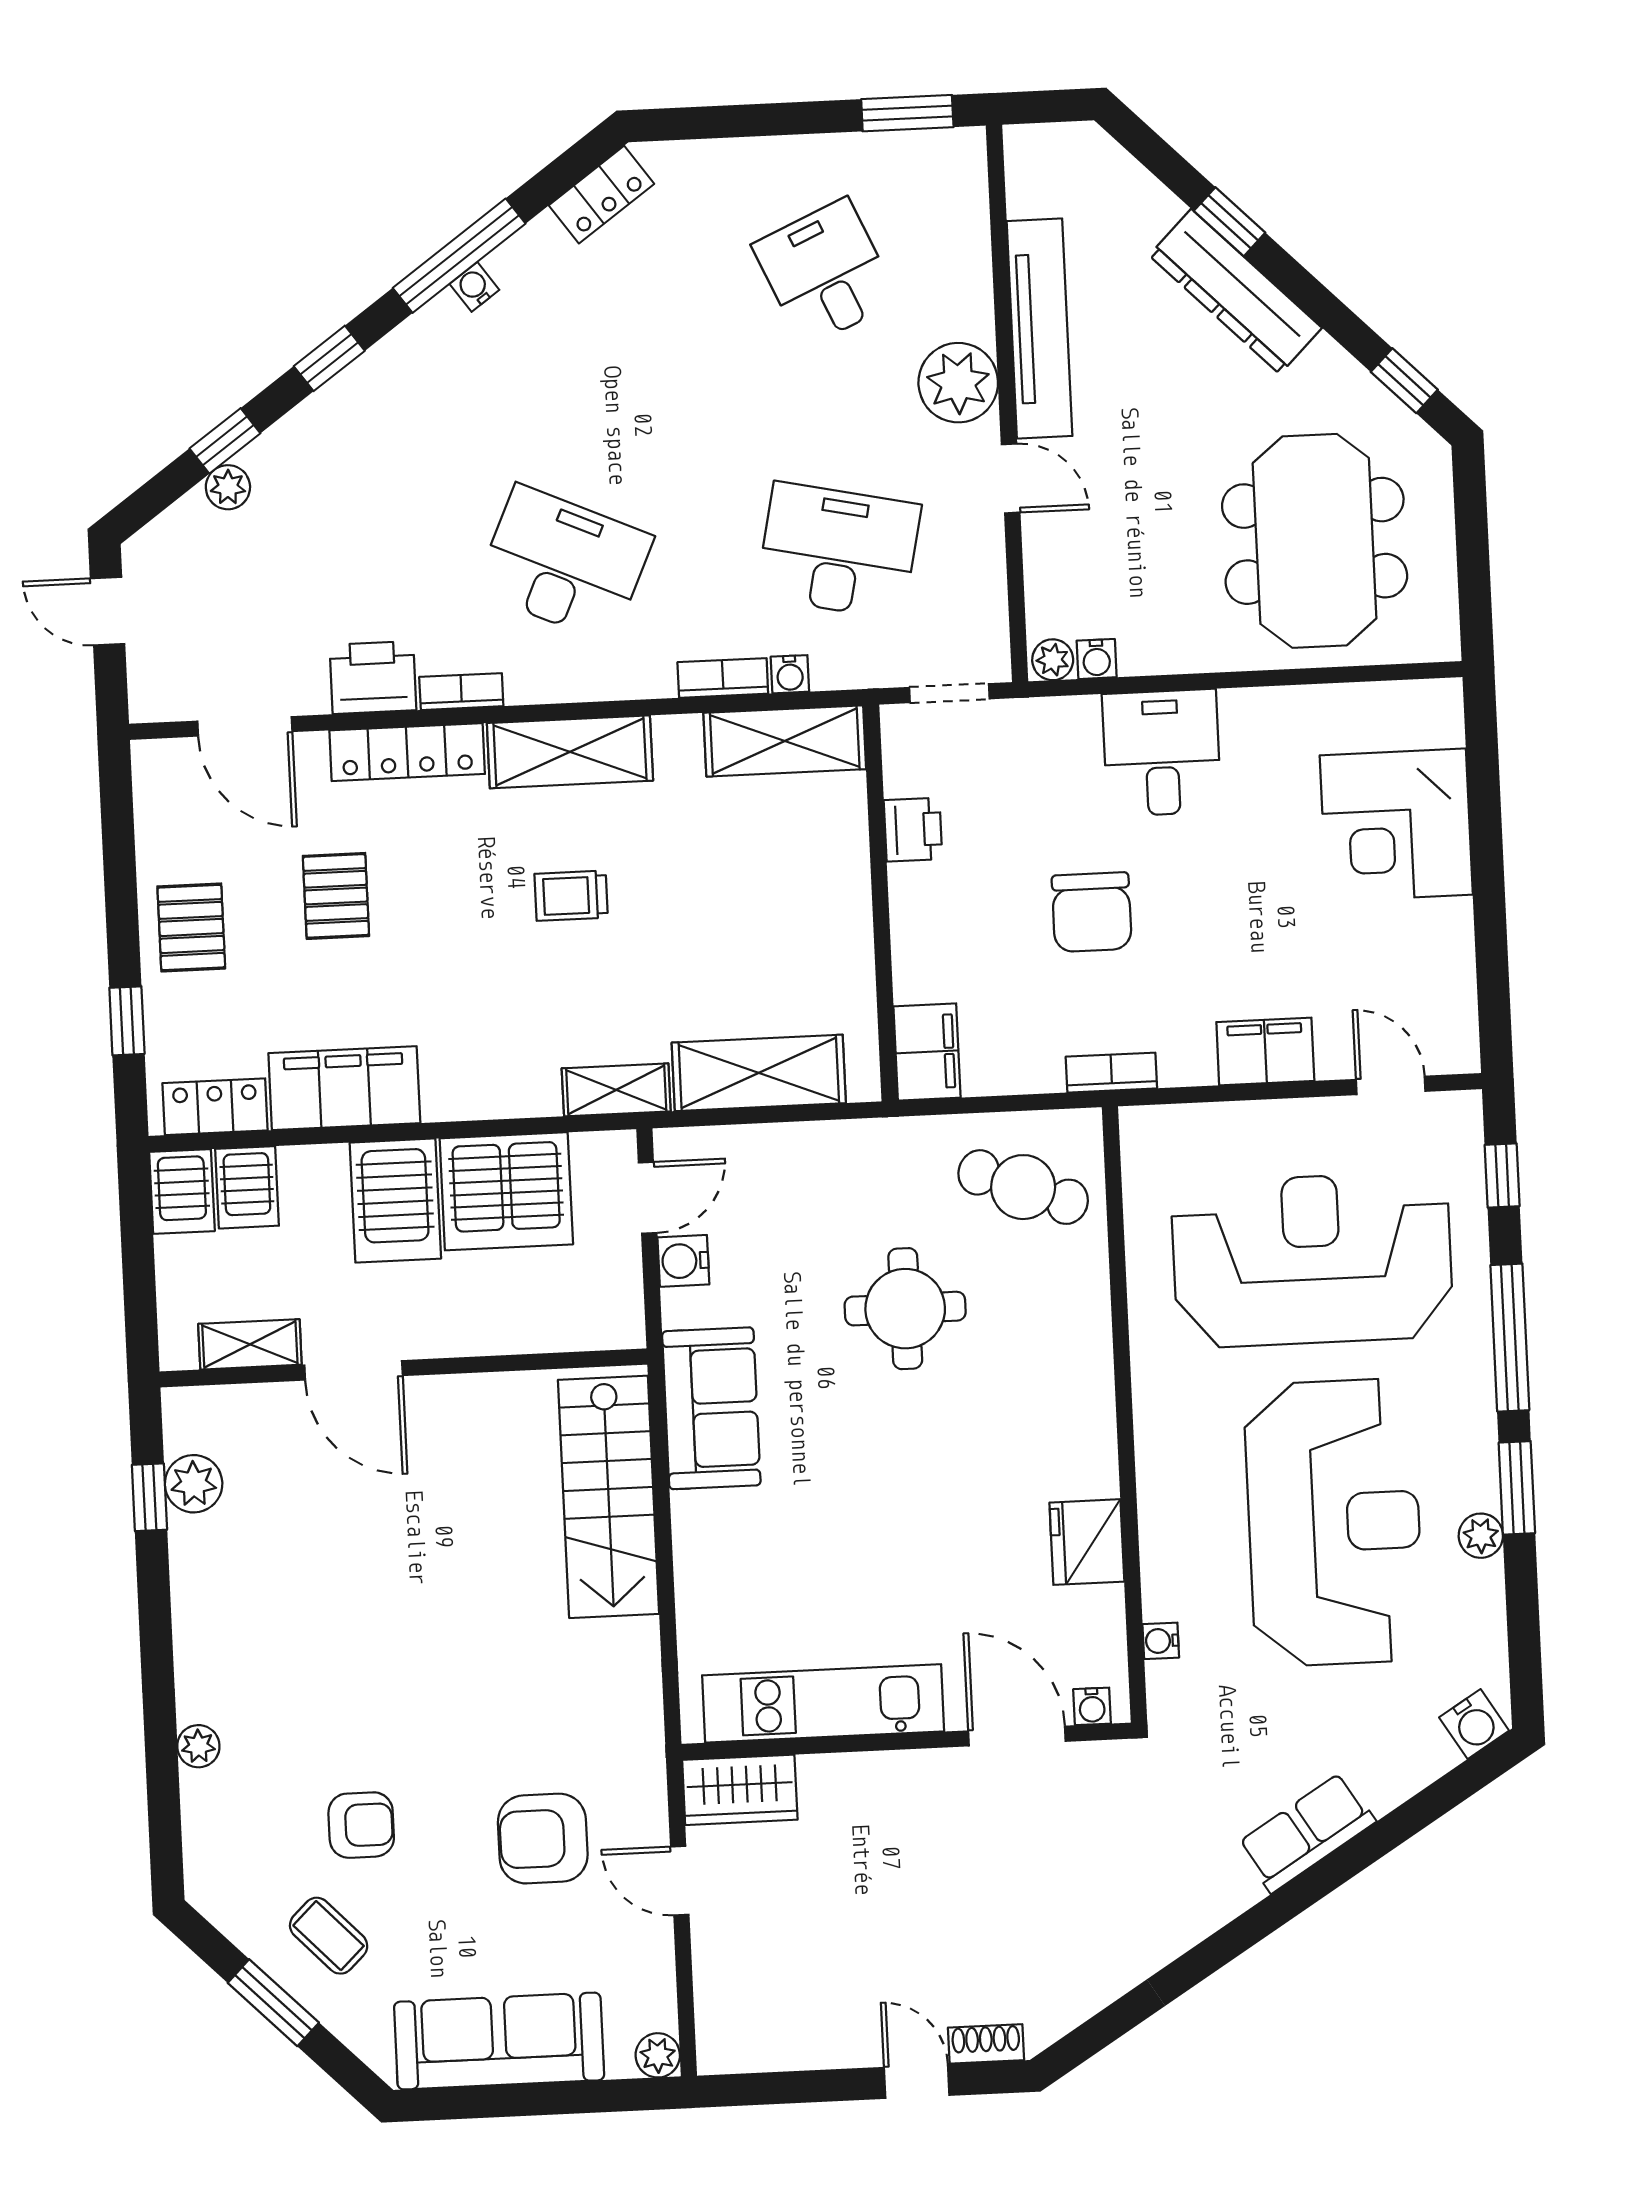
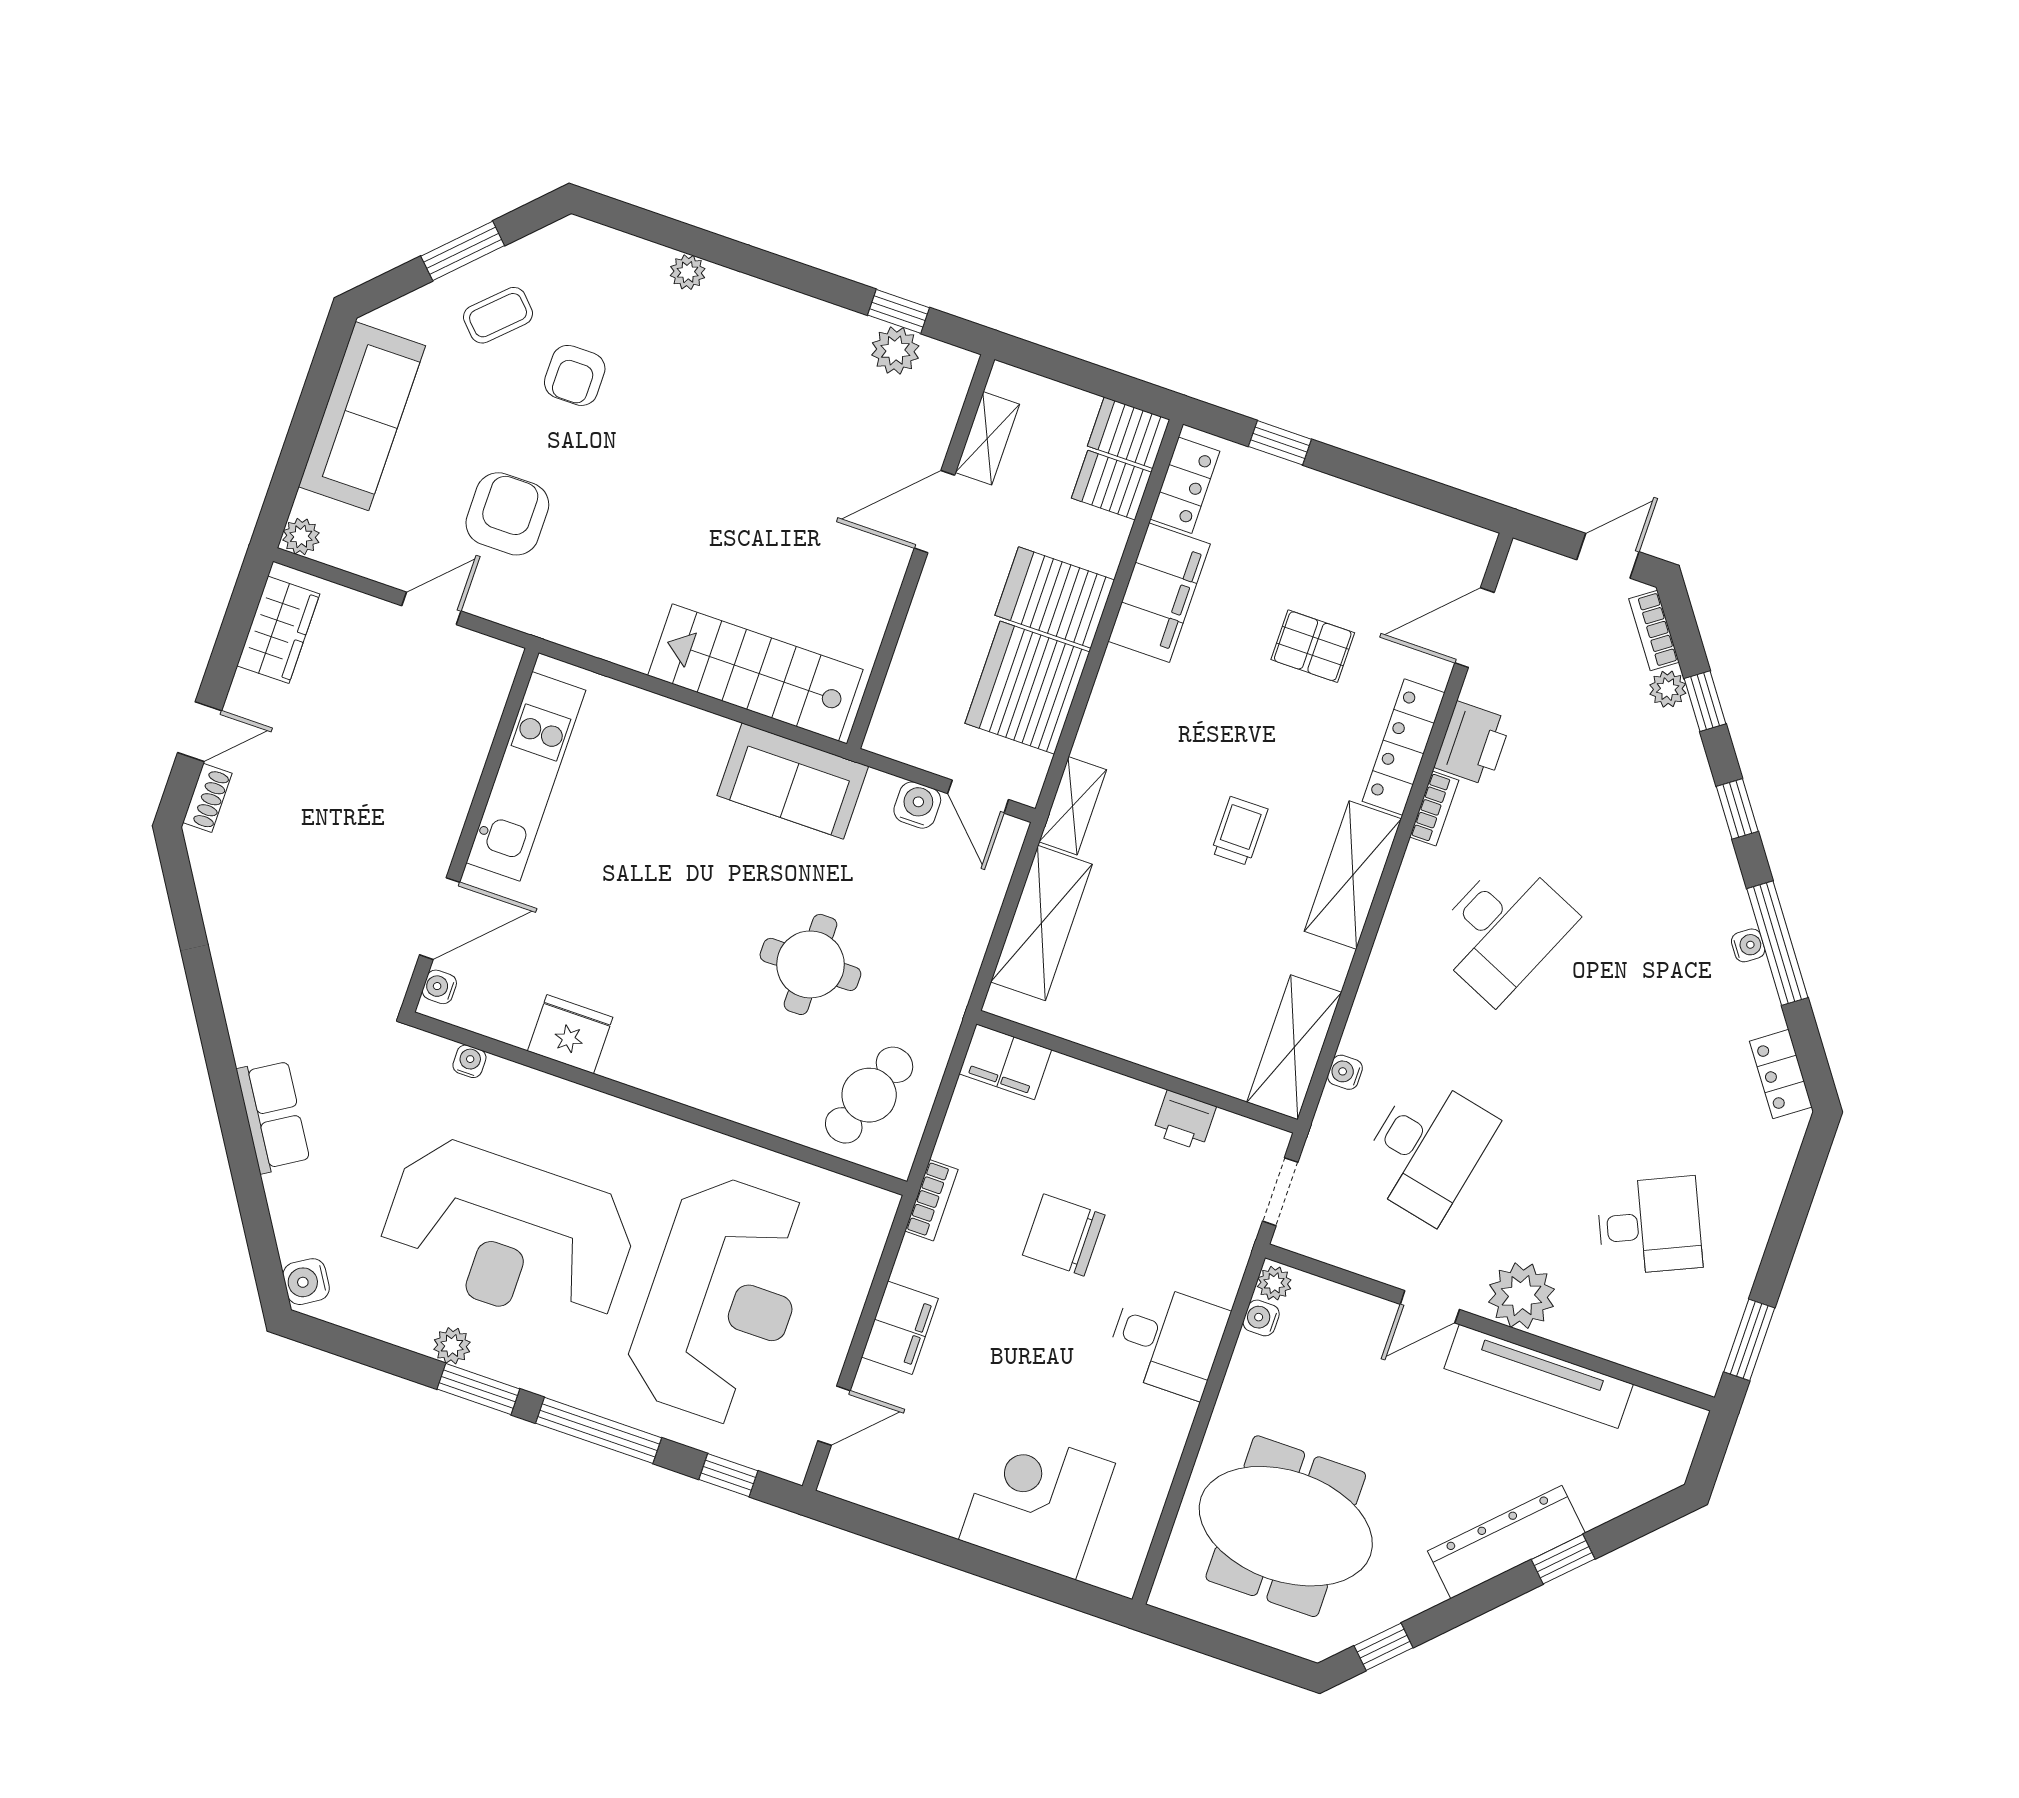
bookcase: (723, 678) -> (1654, 631), moved, turned 144
pallet: (191, 927) -> (1333, 523), removed
wardrobe: (740, 1790) -> (278, 630), moved, turned 180

